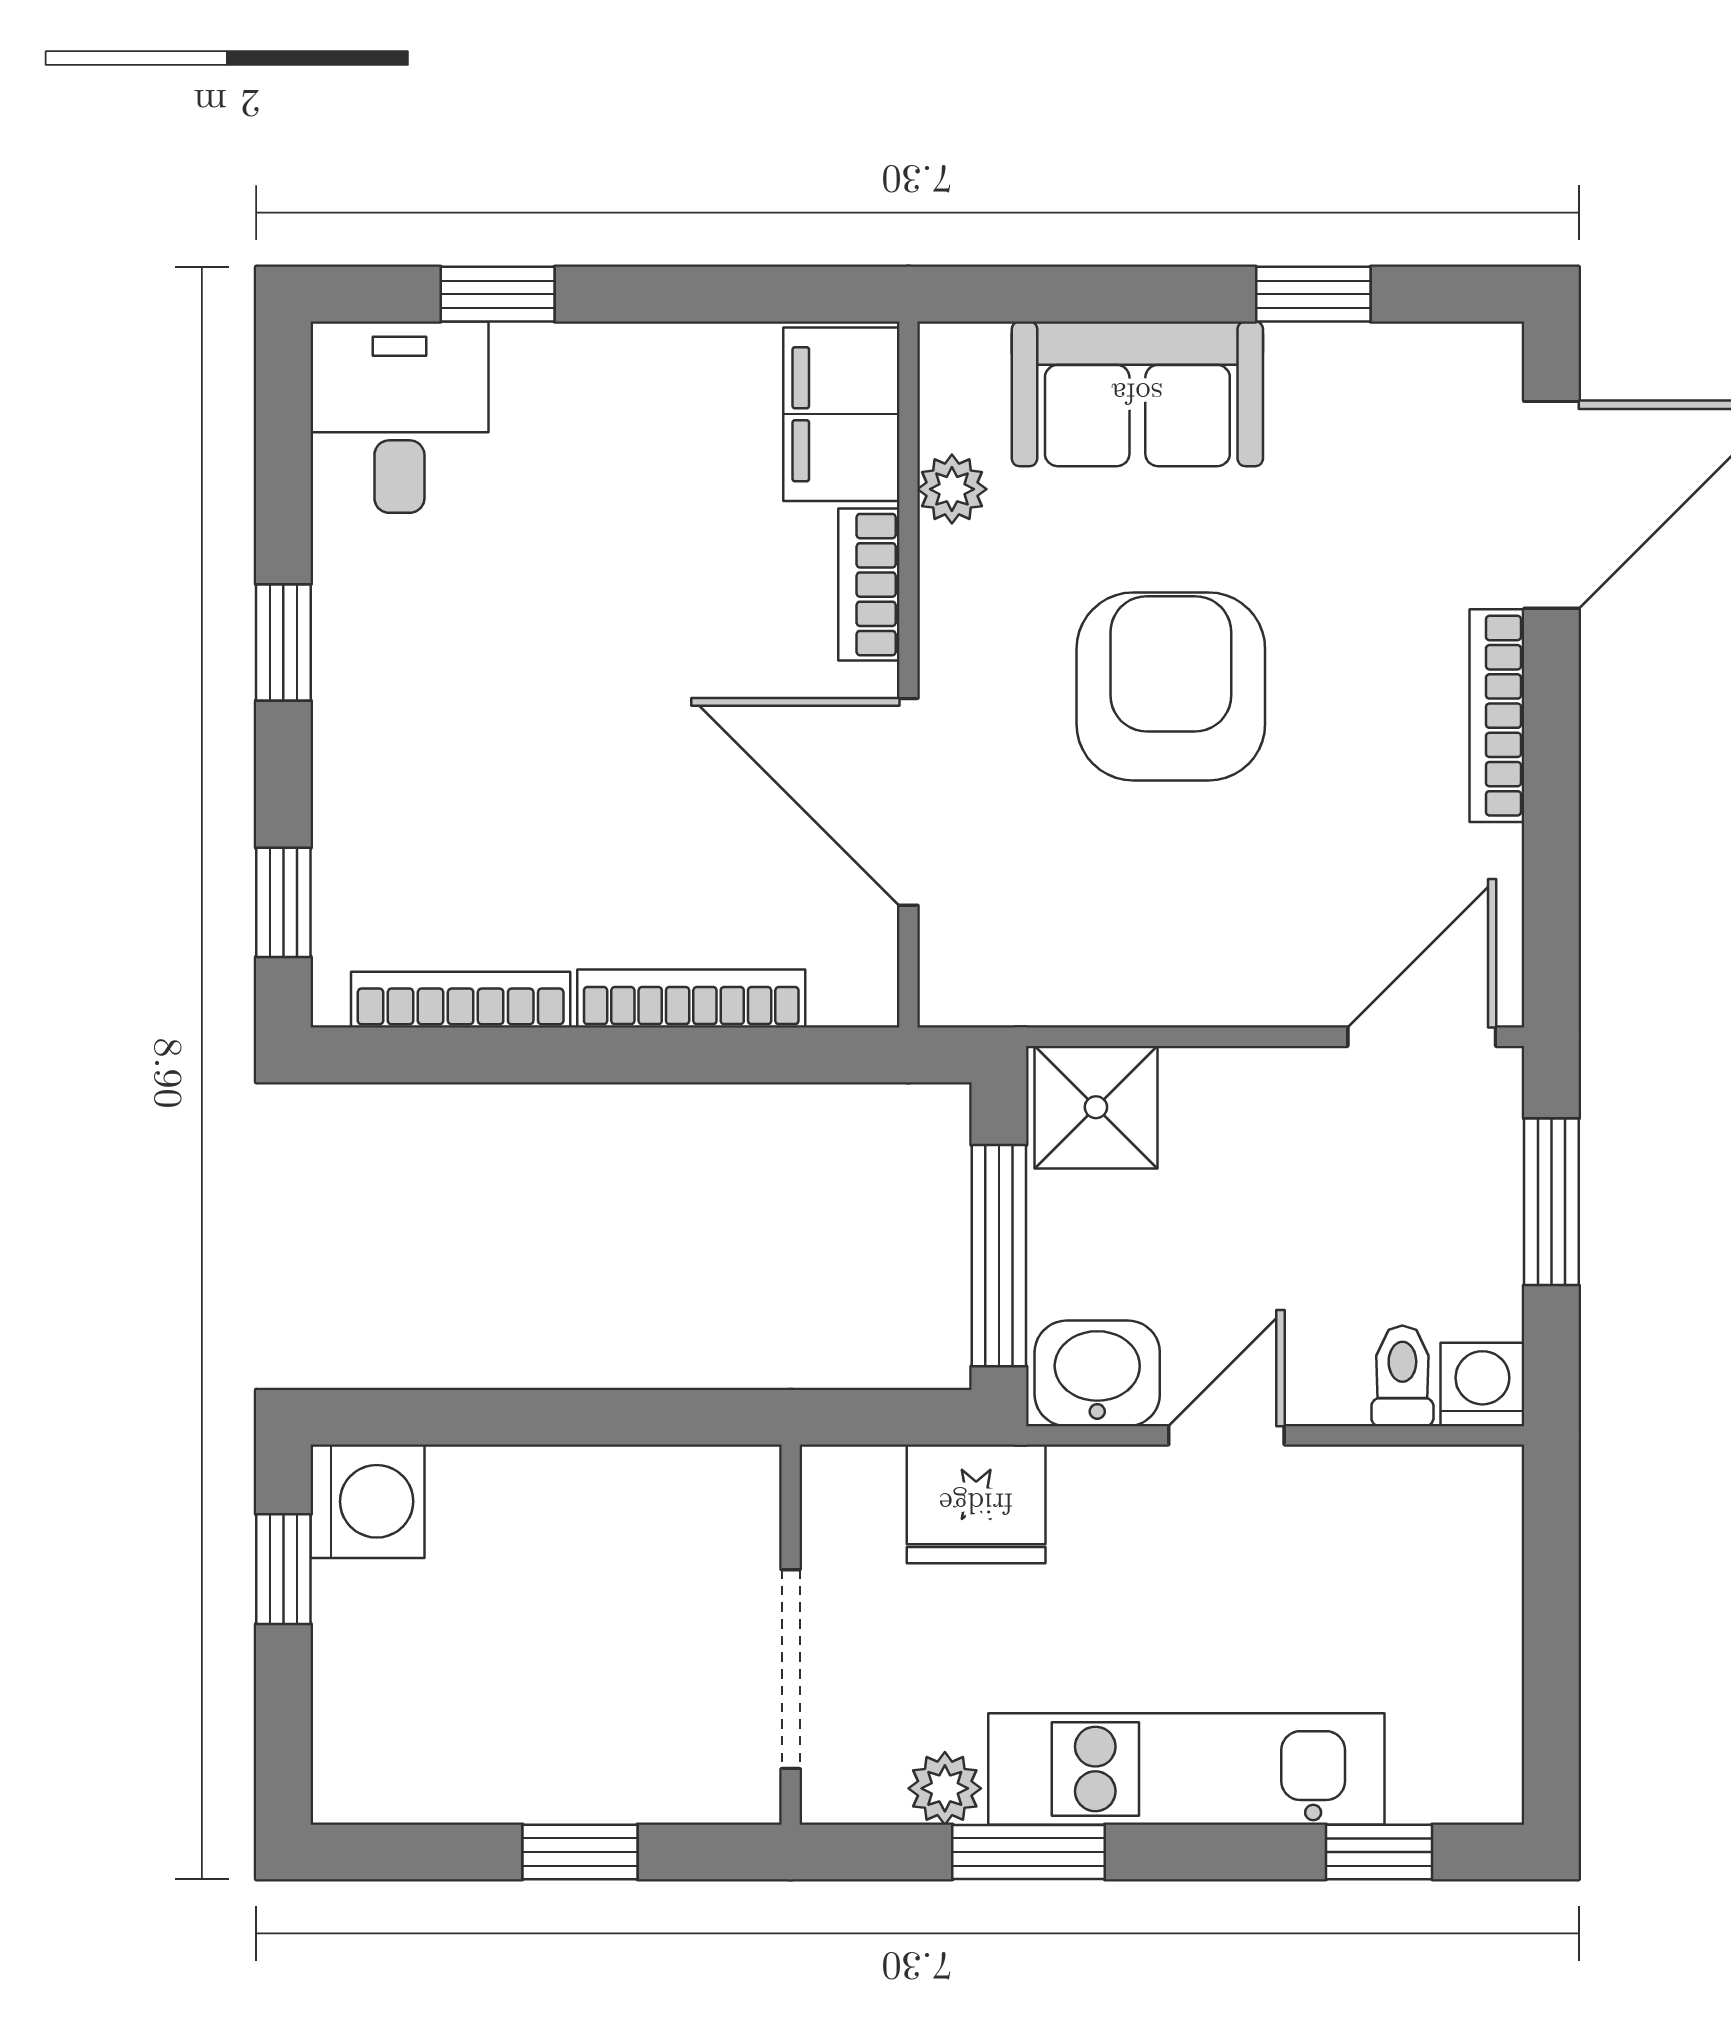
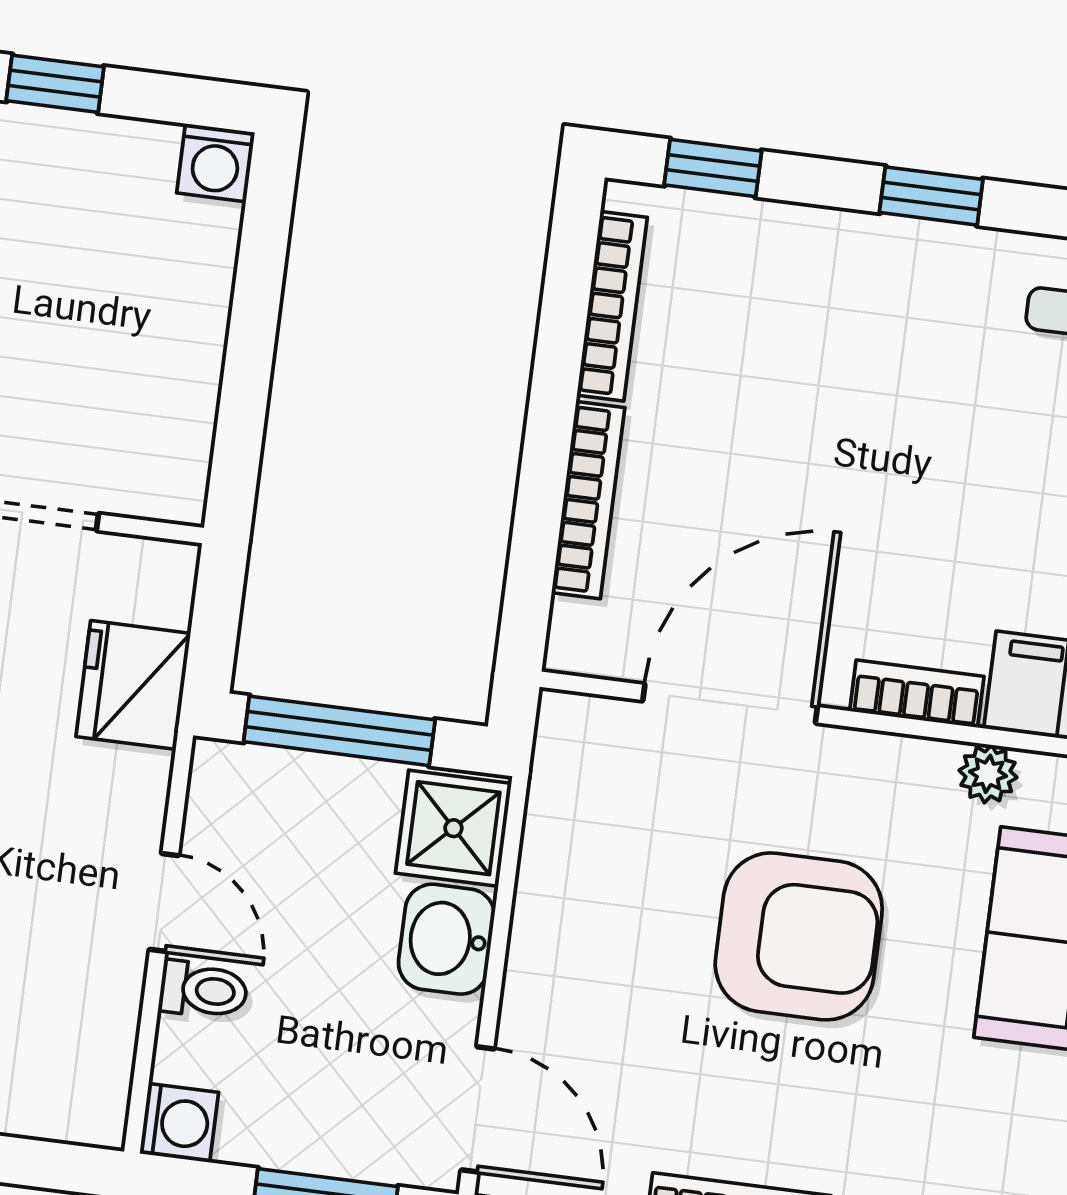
washbasin: (1097, 1373) -> (446, 939), moved, turned 180
toilet: (1402, 1376) -> (203, 990), moved
washing machine: (368, 1501) -> (216, 163), width x0.73, depth x0.73
window: (283, 1569) -> (55, 84), moved

